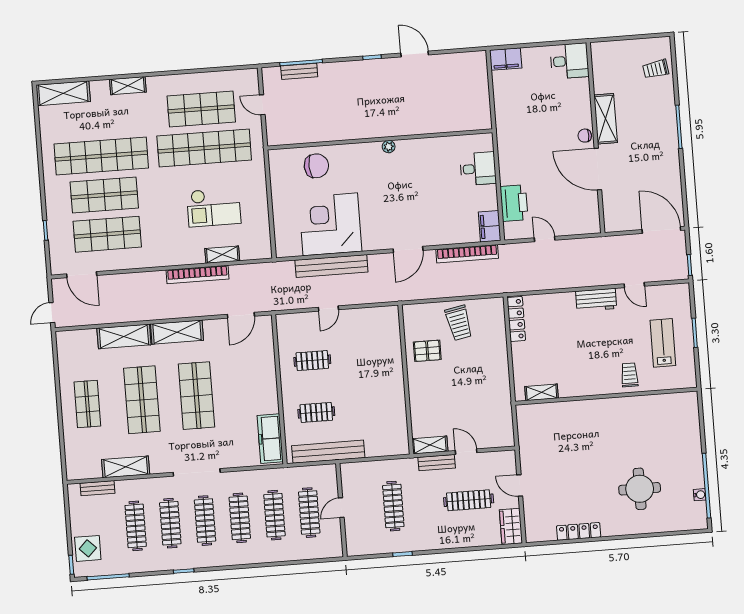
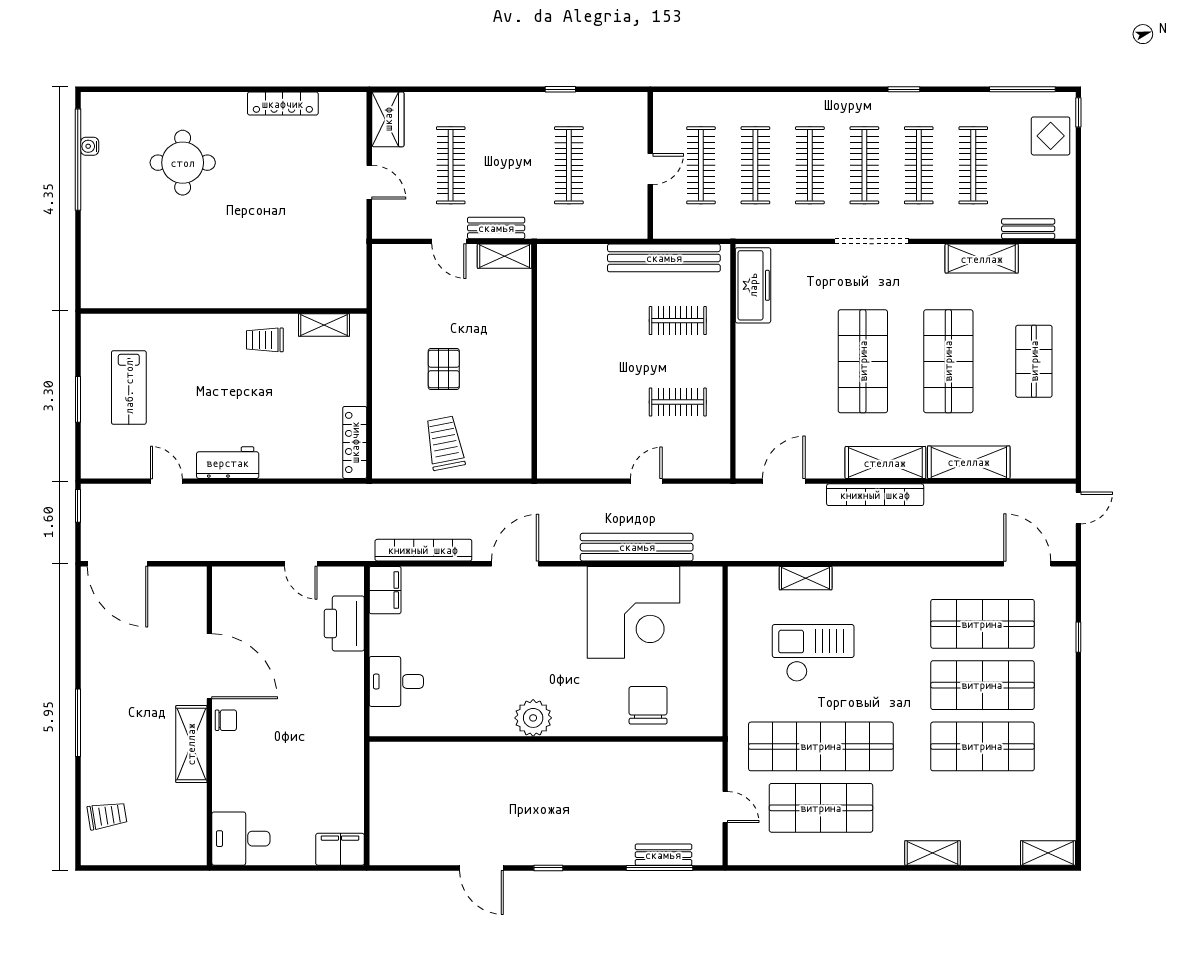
shelving: (63, 93) -> (1048, 853), width x0.67, depth x0.75
plant: (389, 147) -> (533, 718), width x1.87, depth x1.87
shop shelf: (101, 156) -> (982, 746), width x0.71
chair: (316, 166) -> (648, 705), turned 93
bookcase: (197, 274) -> (875, 495), moved, turned 180
pallet: (427, 351) -> (444, 369), moved, turned 90
trolley: (629, 375) -> (265, 340), moved, turned 90
clothes rail: (469, 500) -> (451, 165), turned 90

